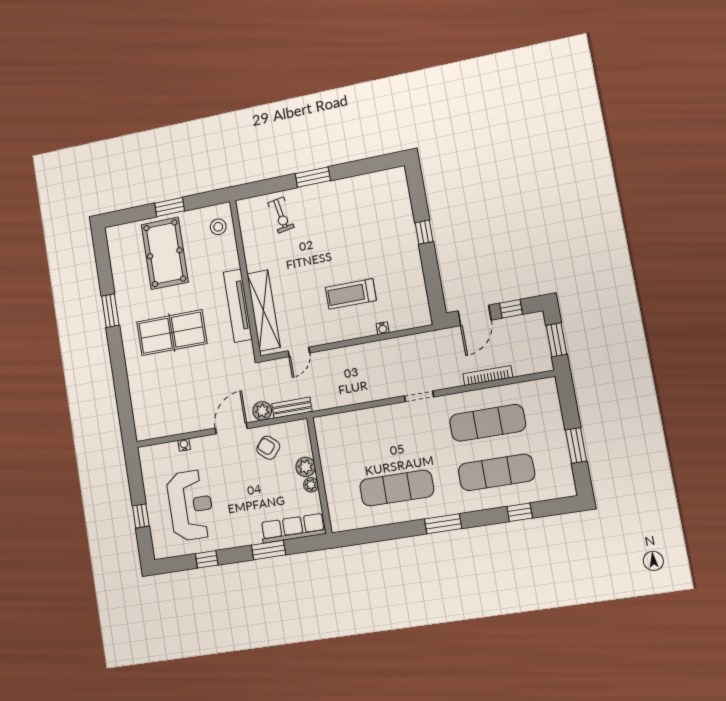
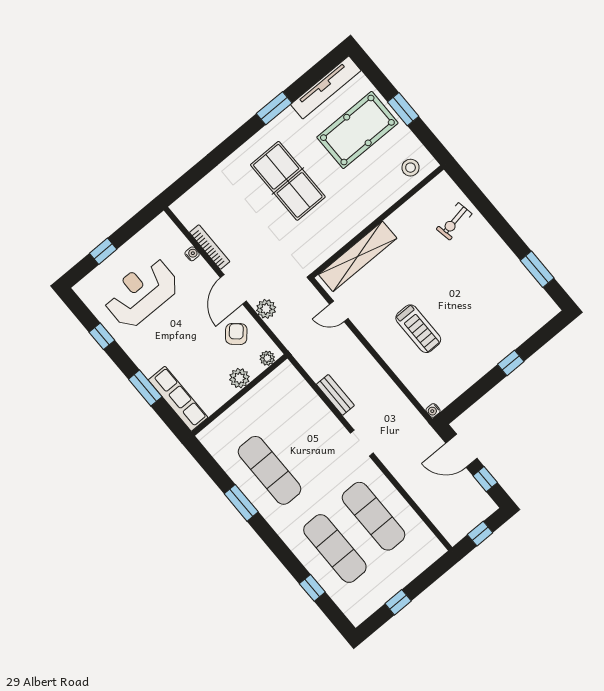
window: (313, 177) -> (537, 269), moved
treadmill: (351, 294) -> (418, 329), turned 180
tv unit: (238, 306) -> (326, 87), moved, turned 180
water cooler: (383, 328) -> (433, 410), moved
window: (556, 340) -> (480, 534), width x0.67
bookcase: (488, 376) -> (210, 247), moved
bench: (292, 408) -> (335, 395), moved
door: (231, 428) -> (233, 289), swing flipped
window: (576, 445) -> (398, 602), width x0.67
plant: (311, 485) -> (267, 358), moved
reception desk: (191, 505) -> (141, 293), turned 180
window: (443, 524) -> (241, 503), moved

